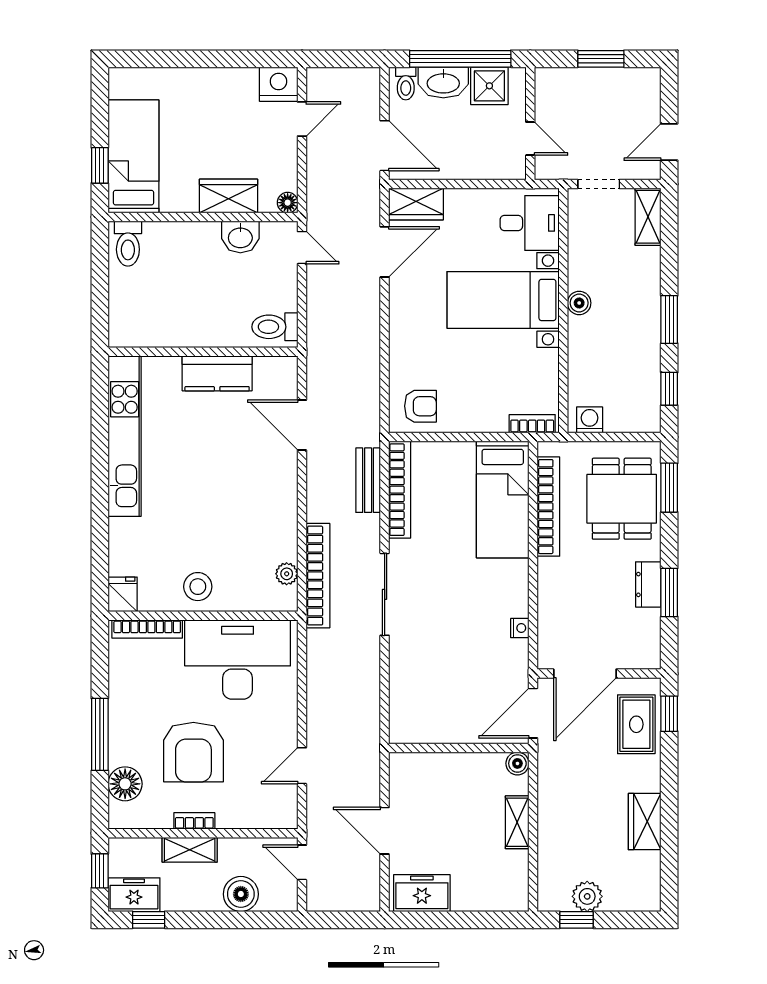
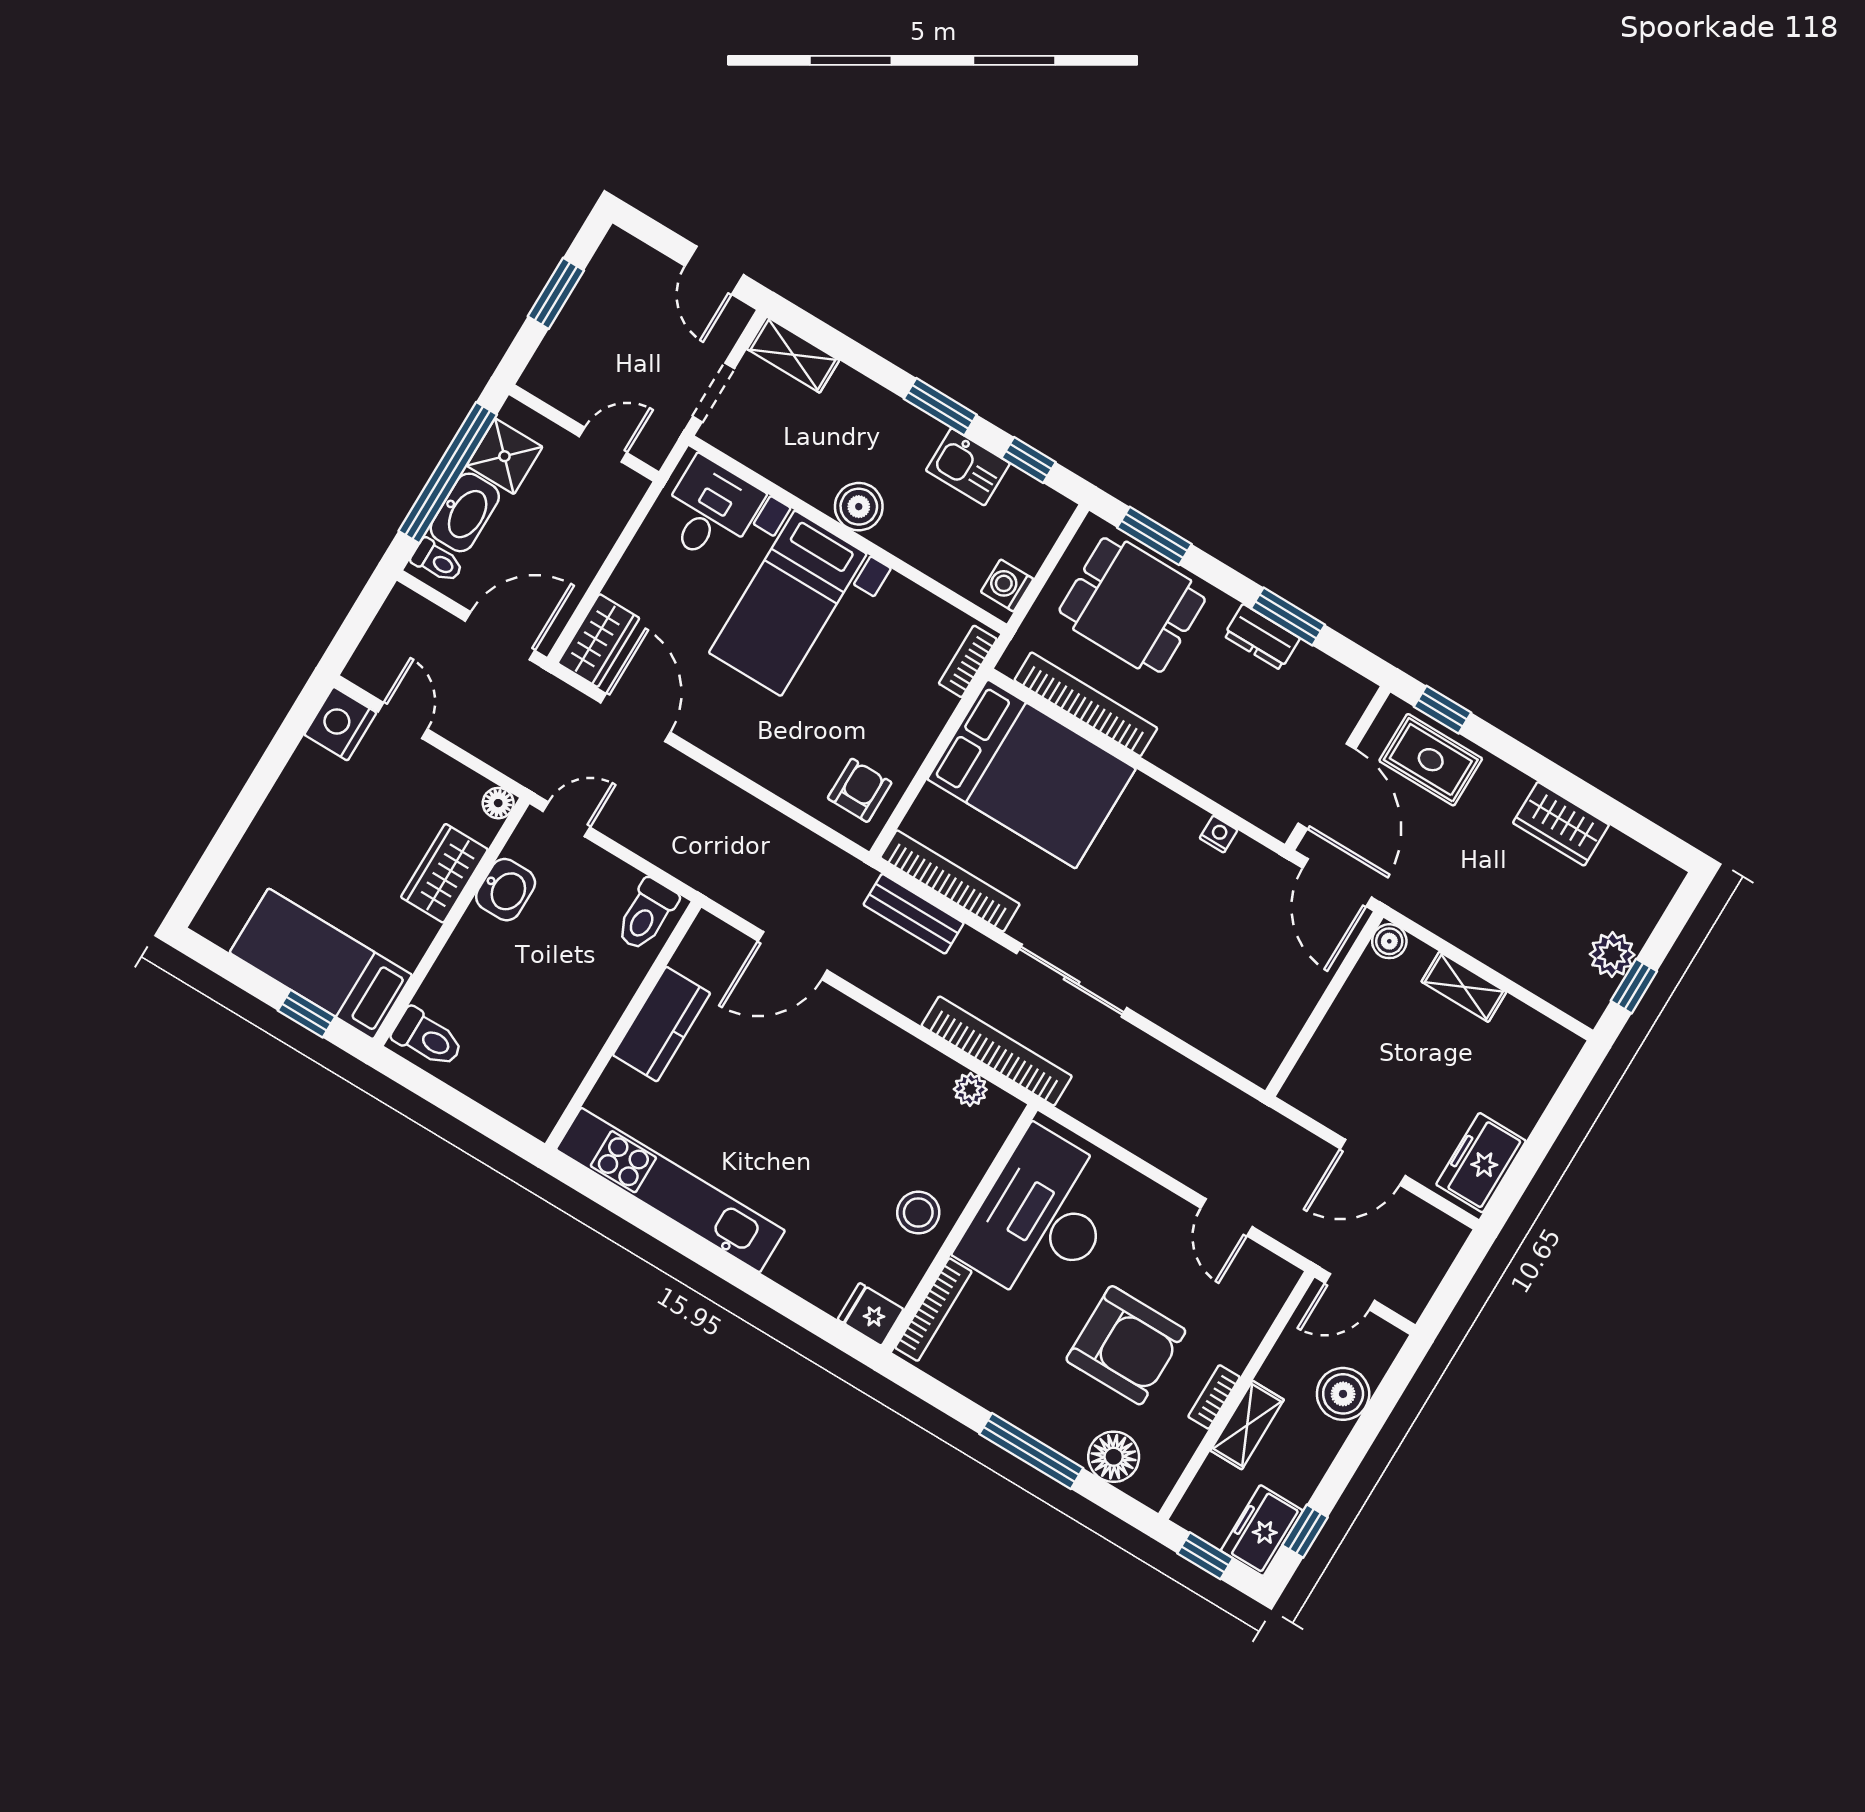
boiler: (579, 303) -> (859, 507), width x1.36, depth x1.36
kitchen sink: (644, 356) -> (968, 467), added
bed: (503, 499) -> (1032, 774), width x1.50

